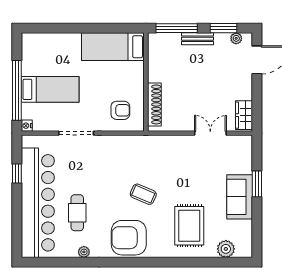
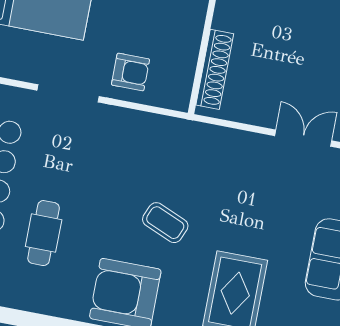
armchair: (120, 110) -> (131, 72), moved
plant: (84, 252) -> (42, 304), removed

